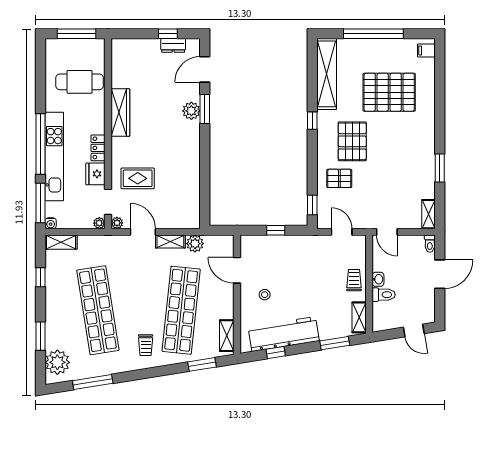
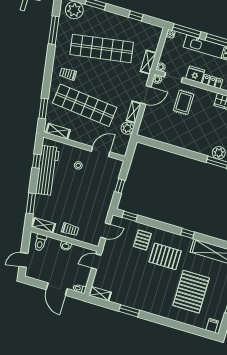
shelving: (61, 242) -> (148, 62), moved
toilet: (384, 295) -> (40, 243), moved

